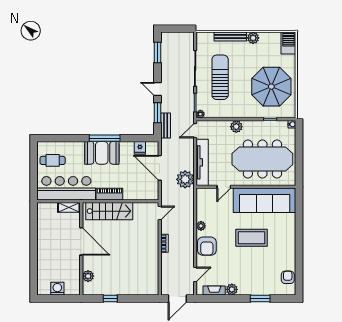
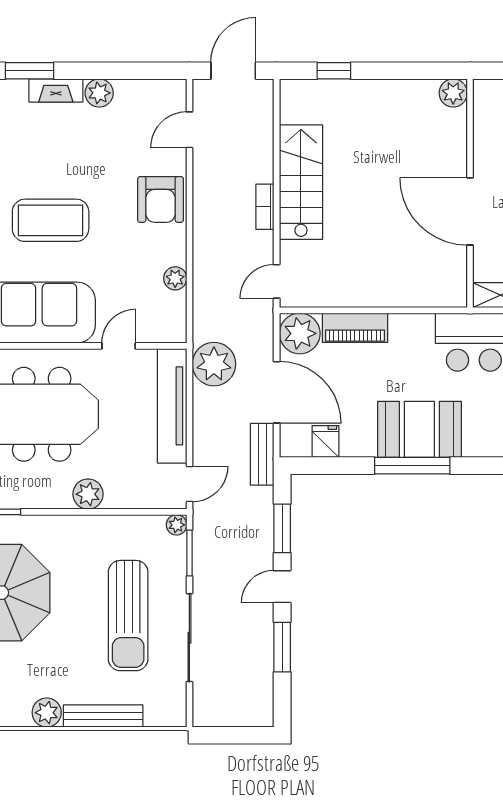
window: (158, 53) -> (282, 647), moved
door: (158, 89) -> (282, 587), swing flipped
bench: (166, 125) -> (262, 454), moved
plant: (150, 192) -> (300, 333), added
piano: (109, 194) -> (355, 328), moved
stairs: (109, 211) -> (301, 182), moved, turned 90
plant: (201, 226) -> (175, 278), moved
armchair: (207, 246) -> (161, 199), turned 180
plant: (88, 276) -> (453, 93), moved
fireplace: (214, 290) -> (56, 90), moved
window: (110, 298) -> (334, 71), moved

